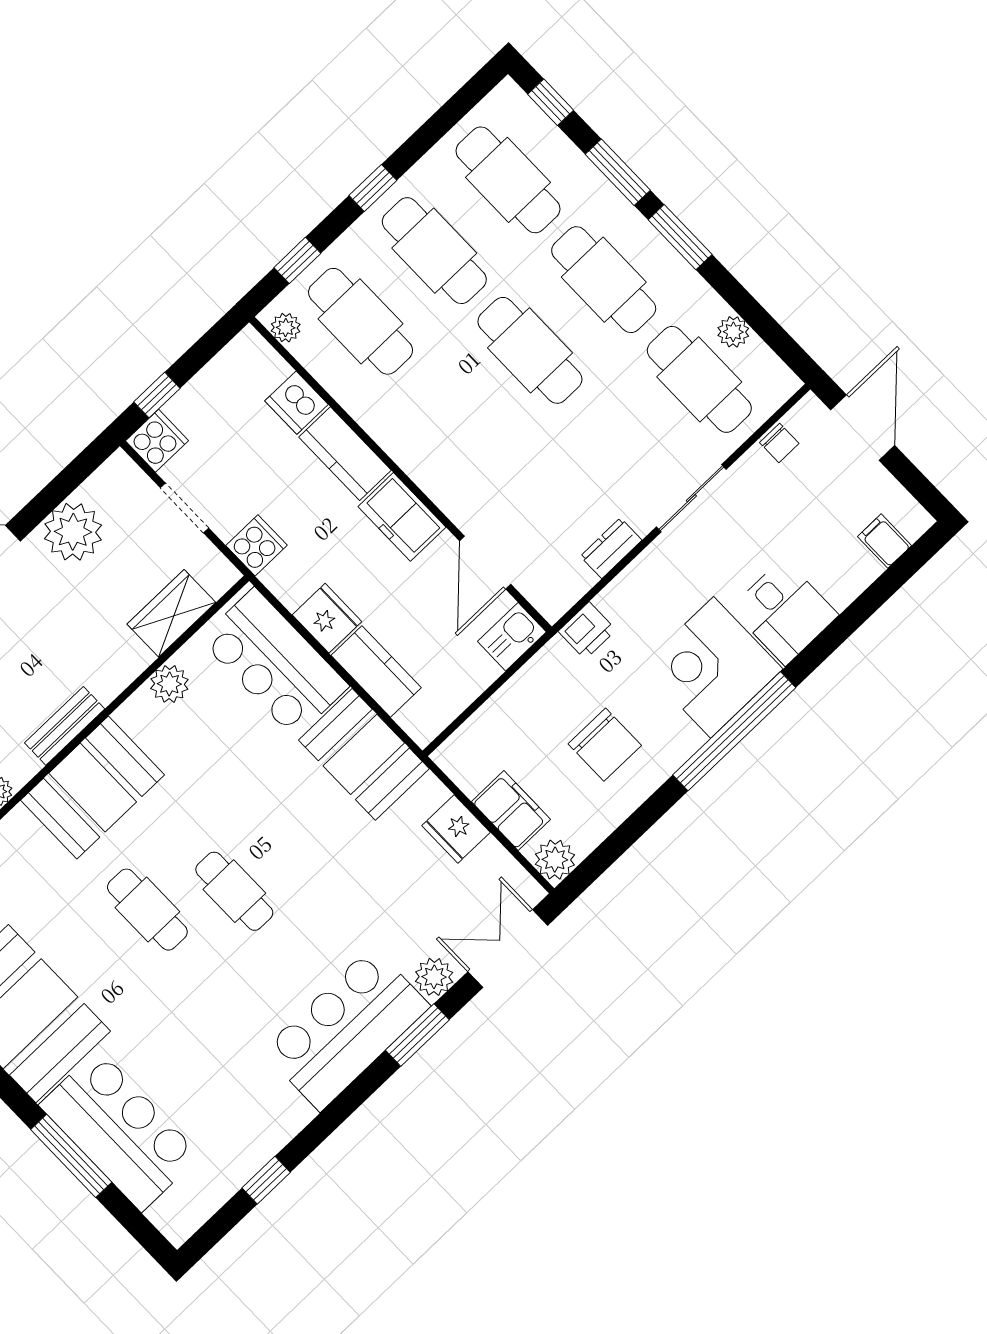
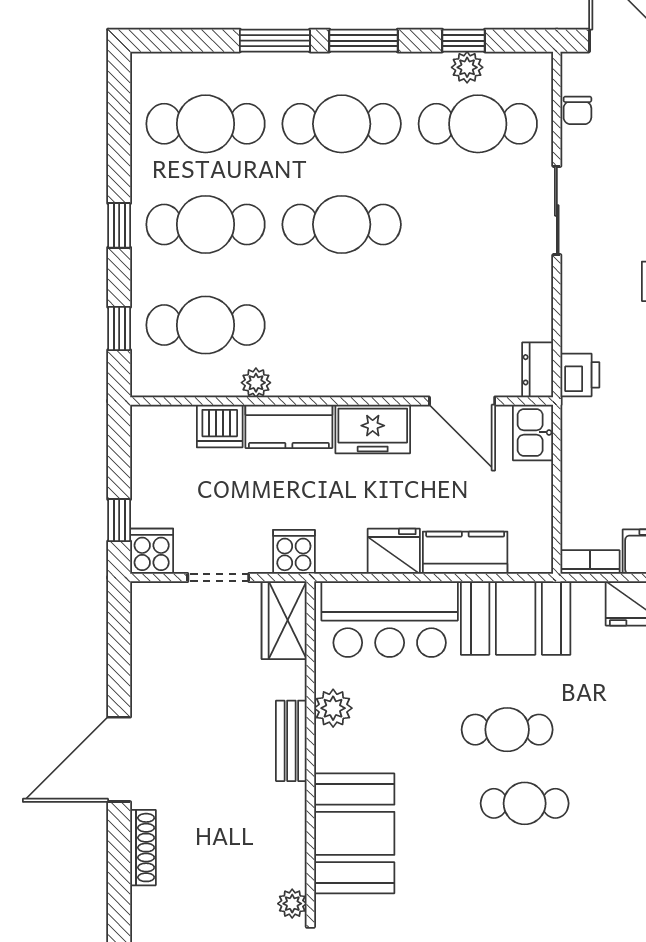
window: (551, 102) -> (463, 41), moved
plant: (286, 328) -> (256, 383), moved
chair: (779, 443) -> (577, 110), turned 90
plant: (73, 532) -> (159, 673), removed
dresser: (611, 548) -> (538, 370), moved
wardrobe: (171, 613) -> (284, 620), moved
bench: (65, 726) -> (291, 741), moved
bookcase: (457, 770) -> (590, 562), added
cafe table: (147, 910) -> (507, 730), moved

